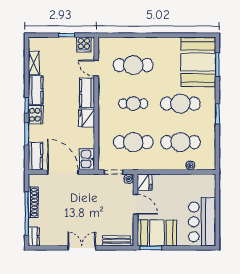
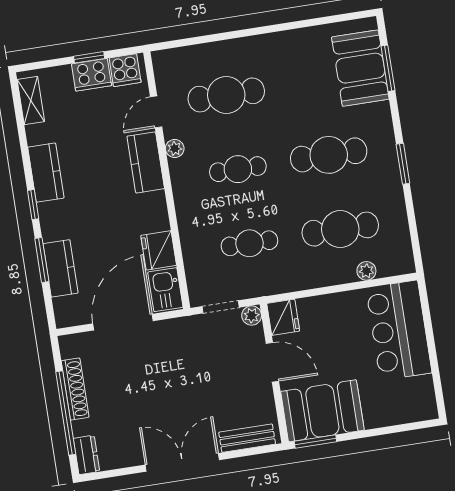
booth: (198, 62) -> (360, 68), width x0.73, depth x0.70
shelving: (34, 63) -> (31, 101), moved
door: (96, 68) -> (156, 112), hinge flipped
plant: (103, 88) -> (175, 149), added
cooker: (36, 115) -> (92, 75), moved, turned 90
fridge: (87, 118) -> (159, 250), moved
cafe table: (133, 142) -> (249, 243), width x0.73, depth x0.74
kitchen counter: (35, 156) -> (60, 268), moved
door: (63, 172) -> (123, 322), hinge flipped
bar counter: (202, 222) -> (399, 330), moved
double door: (82, 248) -> (182, 462), width x1.37

